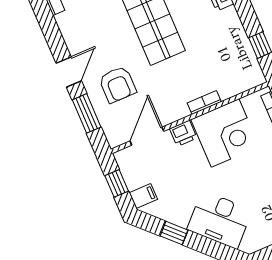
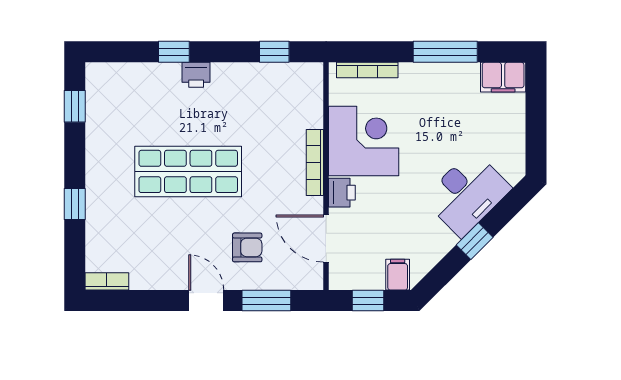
armchair: (117, 85) -> (247, 247), width x0.72, depth x0.72
bookcase: (204, 102) -> (315, 163), width x1.56
window: (174, 233) -> (475, 241), moved

